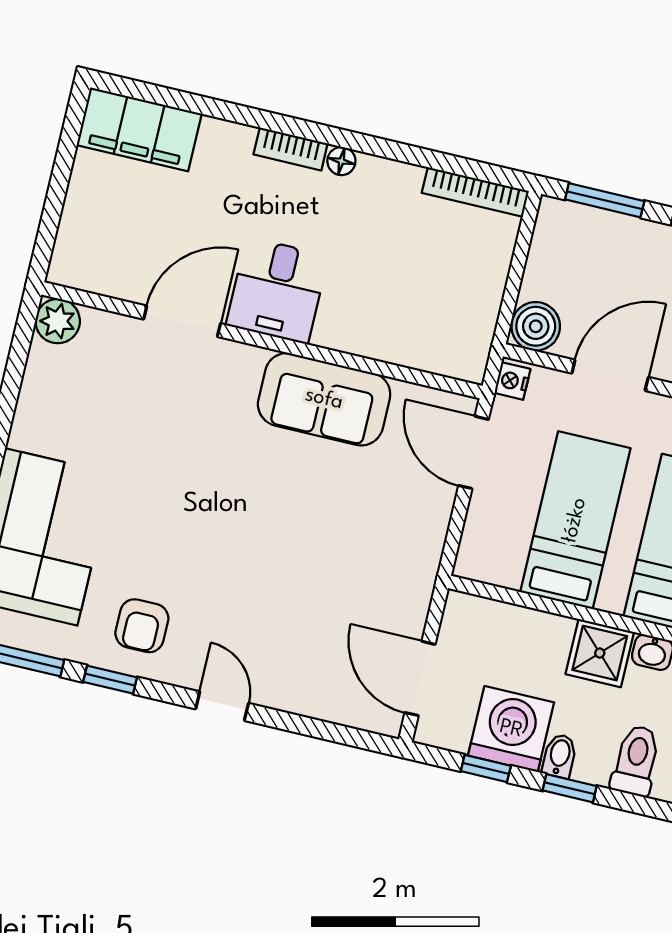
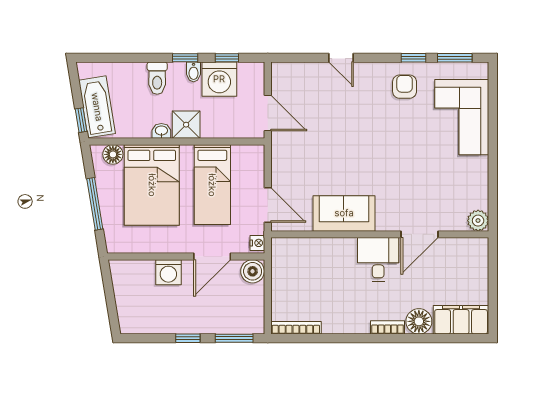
floor lamp: (341, 161) -> (419, 321), moved, width x1.89, depth x1.89
door: (420, 678) -> (268, 113), moved
door: (222, 706) -> (341, 58), moved

